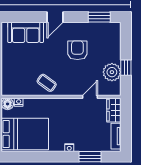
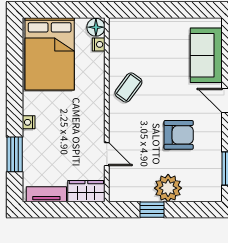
plant: (112, 72) -> (168, 188), moved

